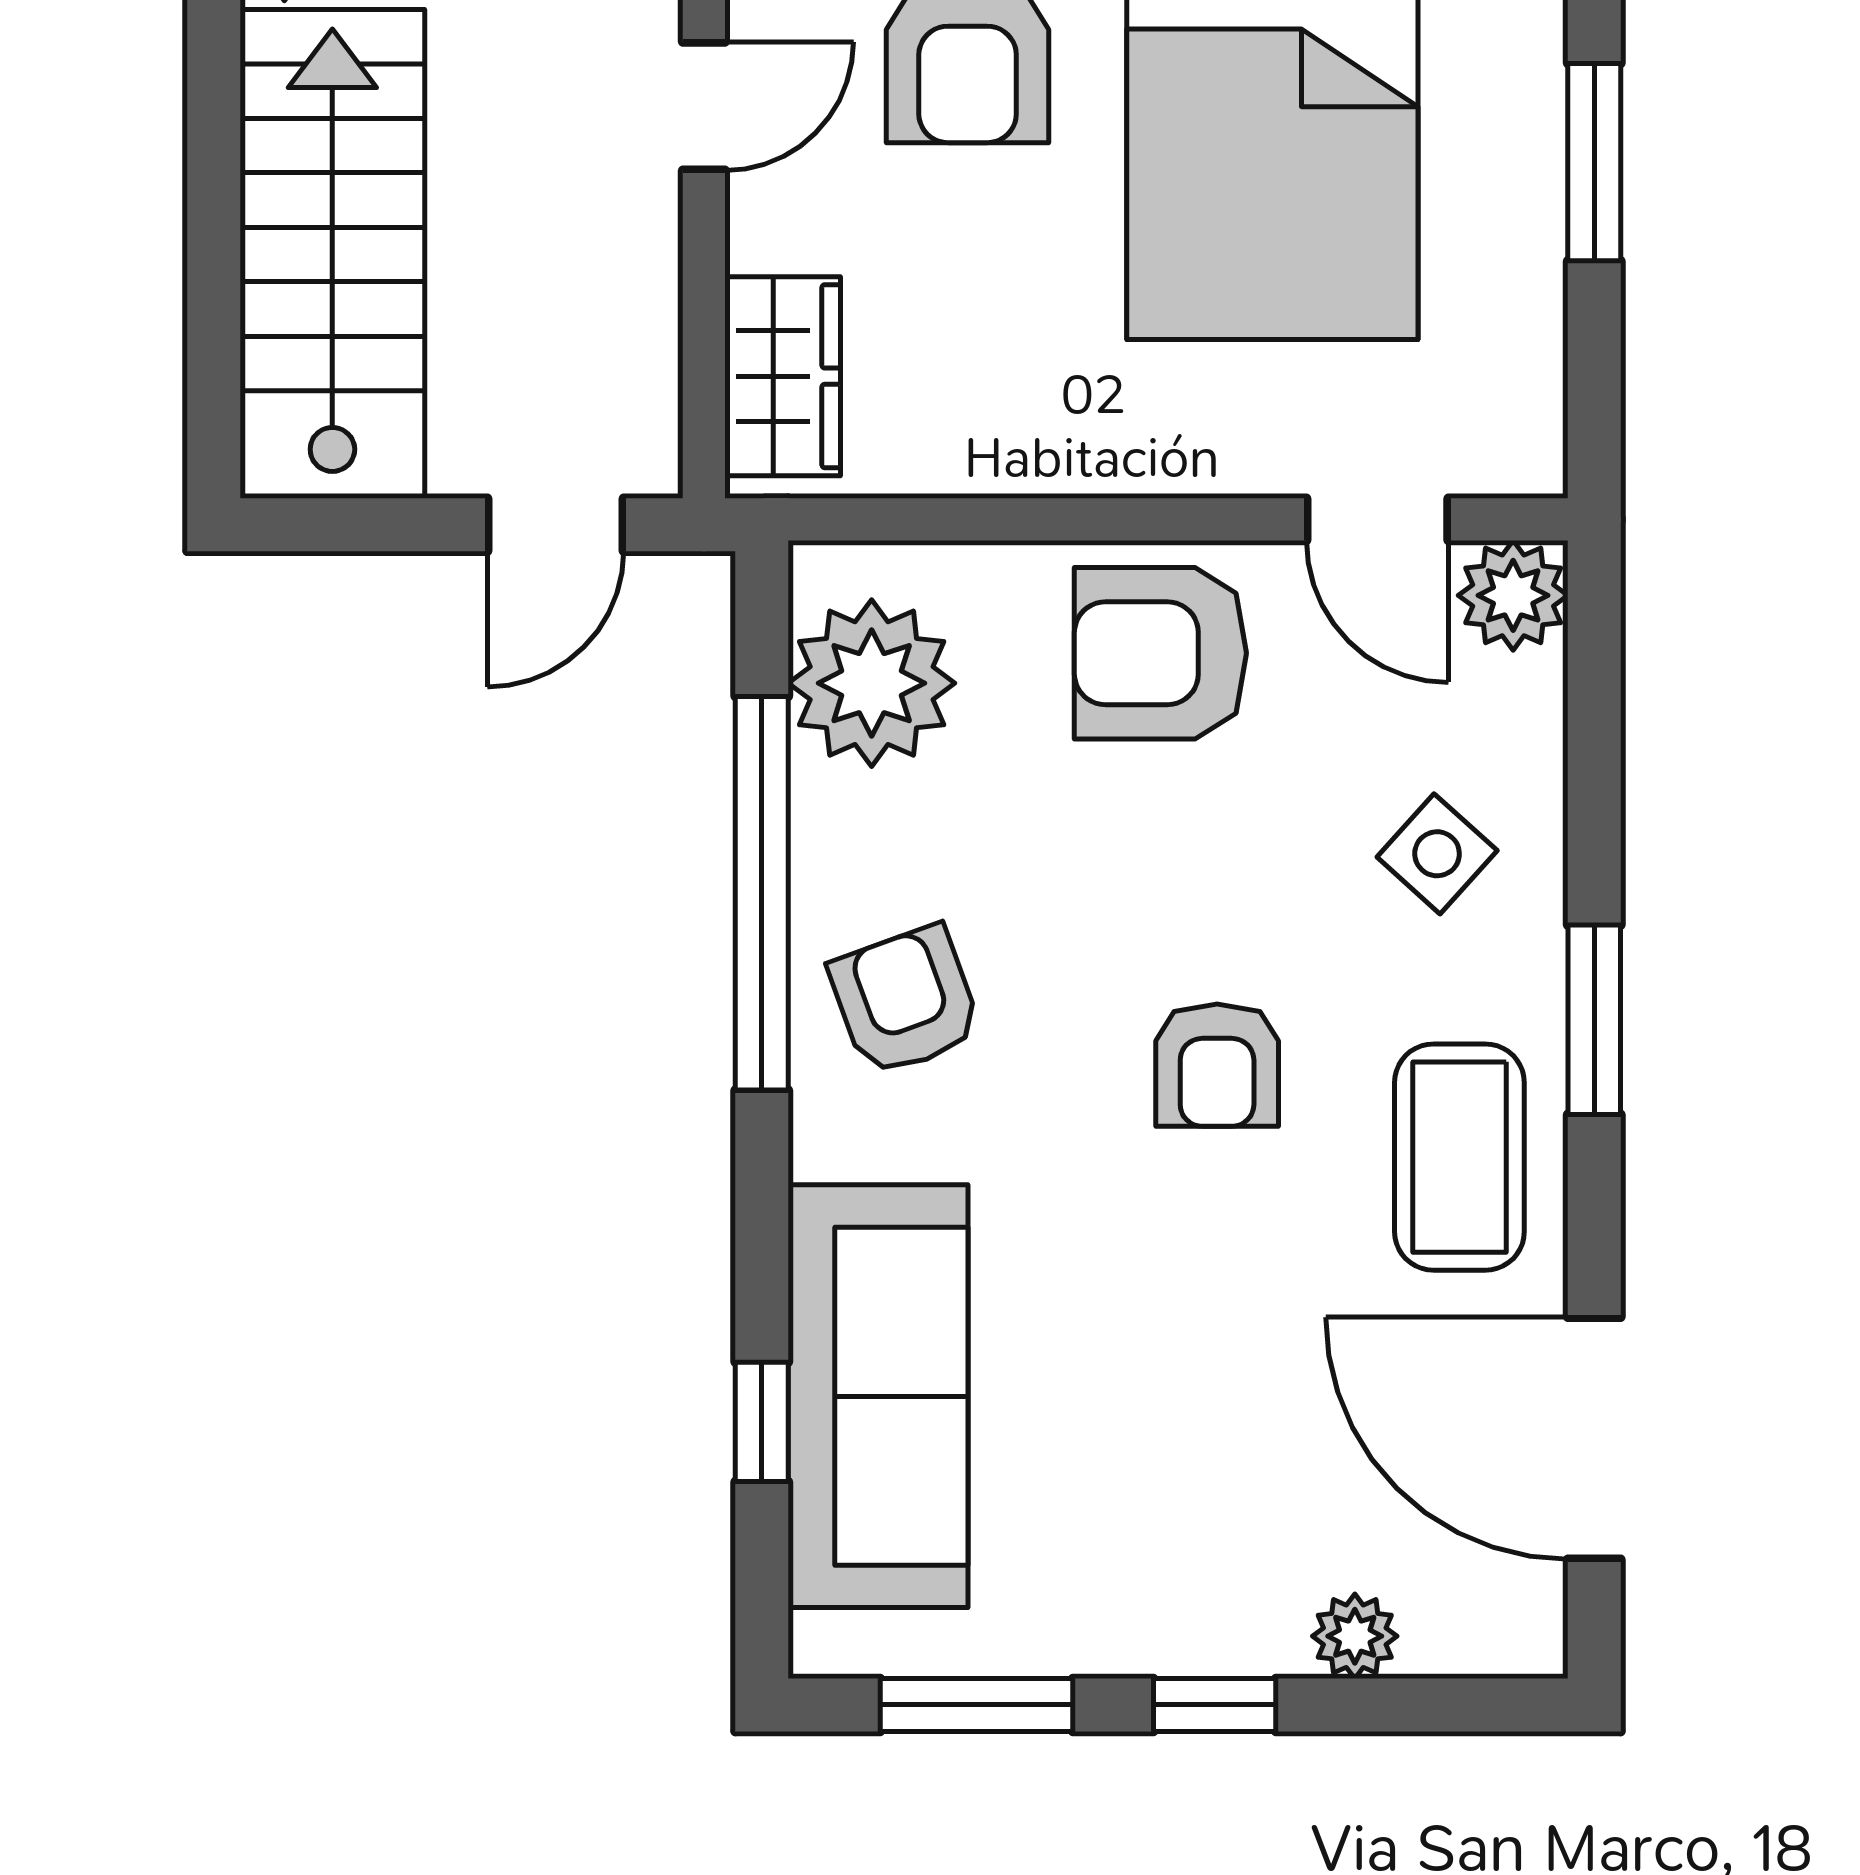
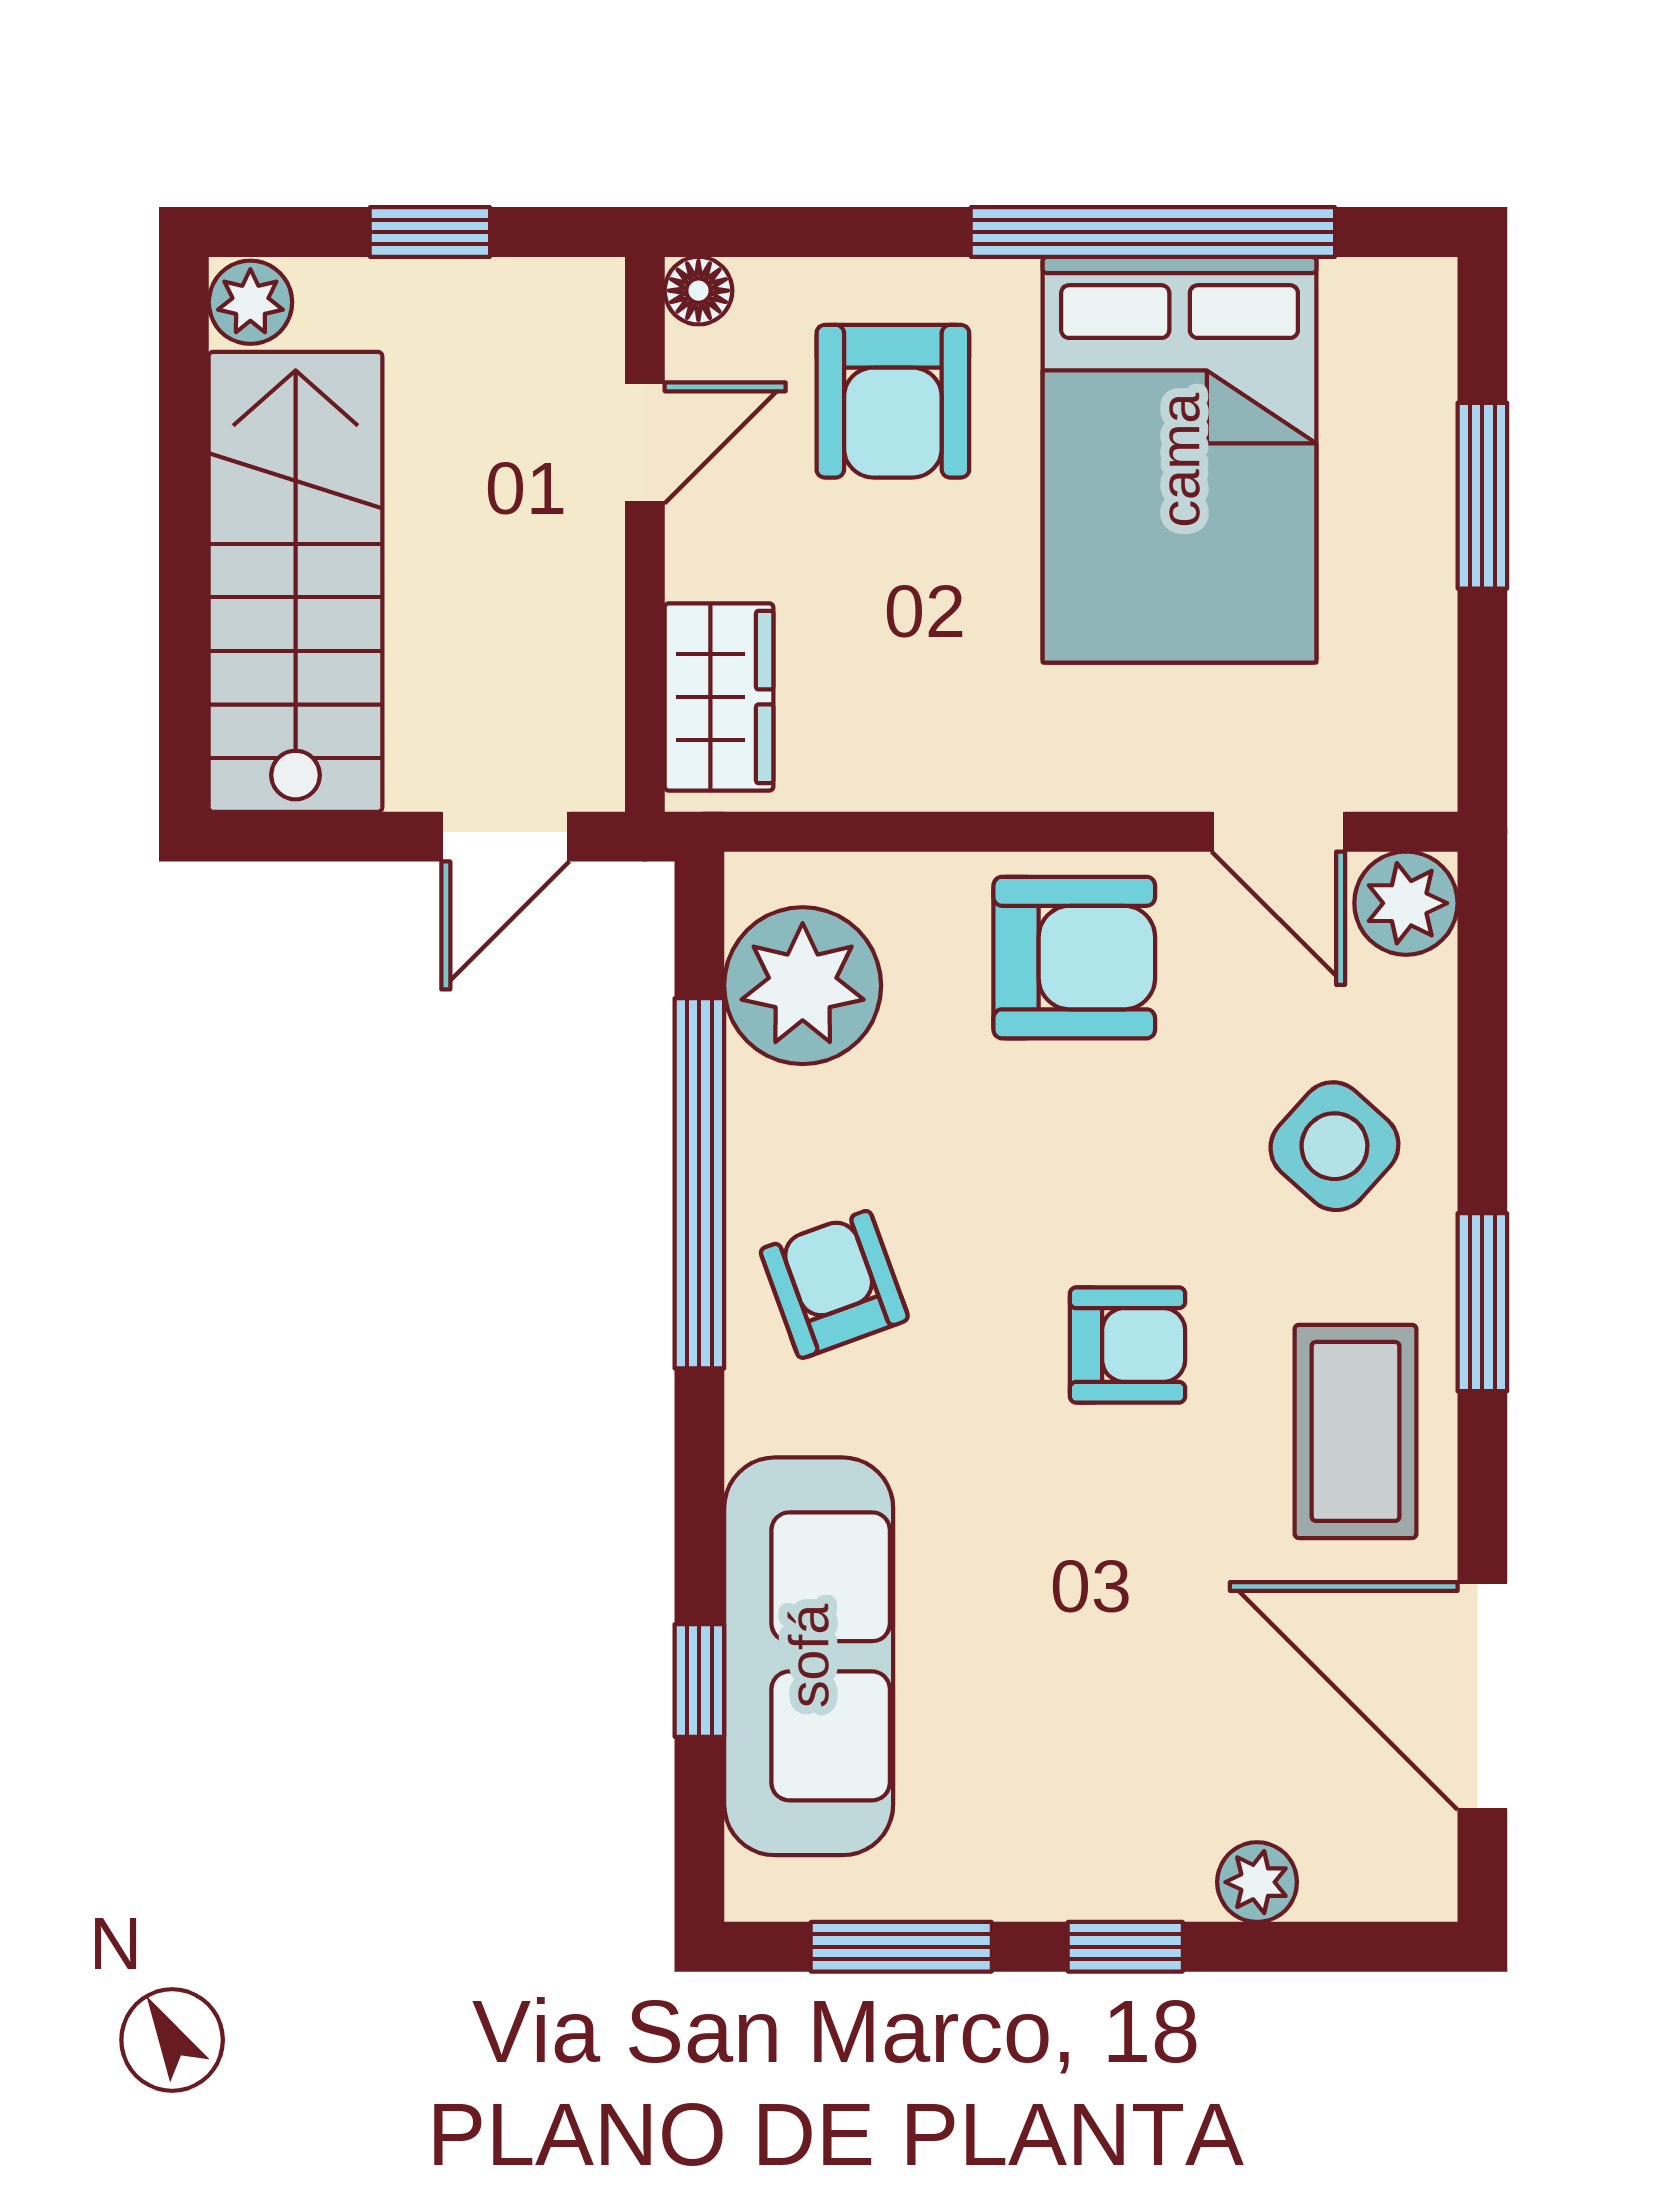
armchair: (1160, 653) -> (1074, 958), turned 180
side table: (1437, 854) -> (1334, 1146), width x1.37, depth x1.37
armchair: (1217, 1065) -> (1128, 1345), turned -90

